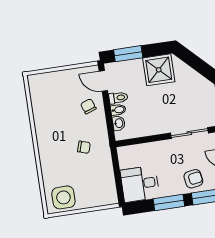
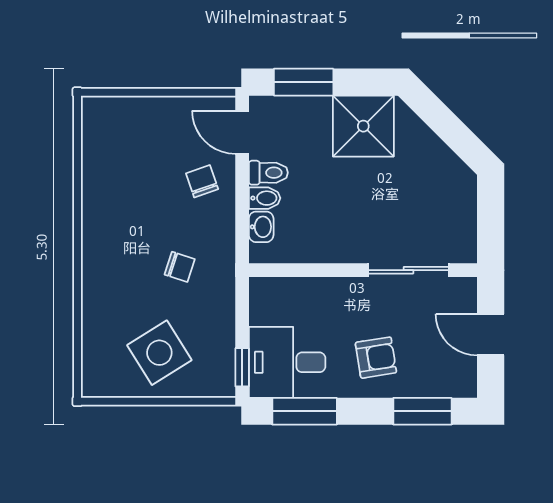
armchair: (193, 179) -> (376, 358), moved
window: (120, 189) -> (242, 367), added
side table: (63, 197) -> (159, 353), moved, turned -32
window: (169, 202) -> (305, 411), moved

